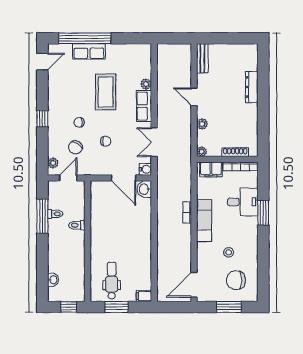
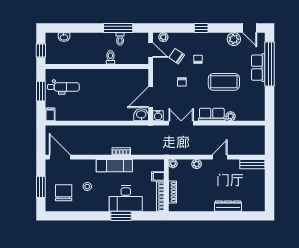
plant: (55, 80) -> (234, 39), added
filing cabinet: (211, 169) -> (158, 176), width x0.50
desk: (243, 202) -> (126, 199), width x1.37

